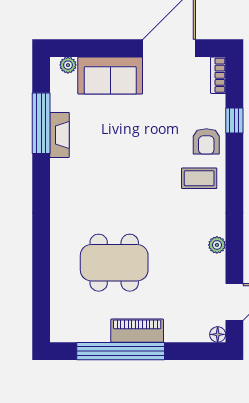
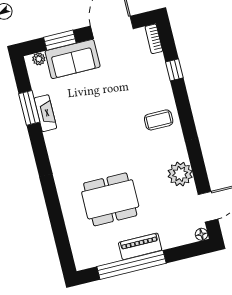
window: (100, 48) -> (60, 40), added
window: (41, 123) -> (29, 108), width x0.69
armchair: (206, 141) -> (157, 91), removed
plant: (217, 245) -> (180, 174), width x1.87, depth x1.87

